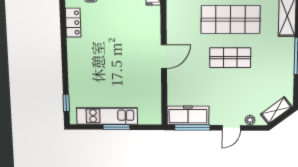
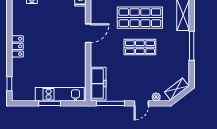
locker: (73, 23) -> (17, 46), moved
door: (164, 57) -> (88, 33), moved
freezer: (188, 115) -> (98, 84), moved, turned 90
kitchen unit: (107, 116) -> (60, 94), moved

